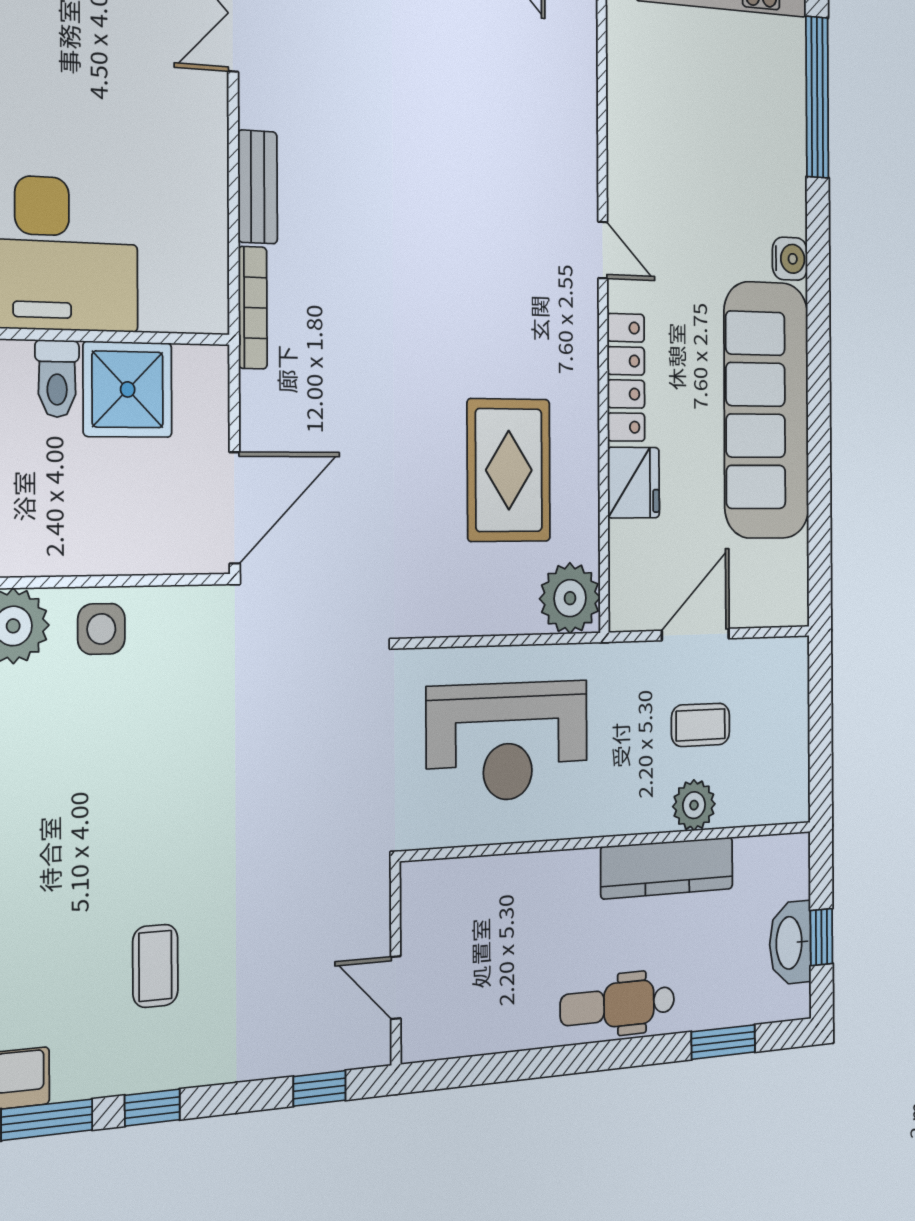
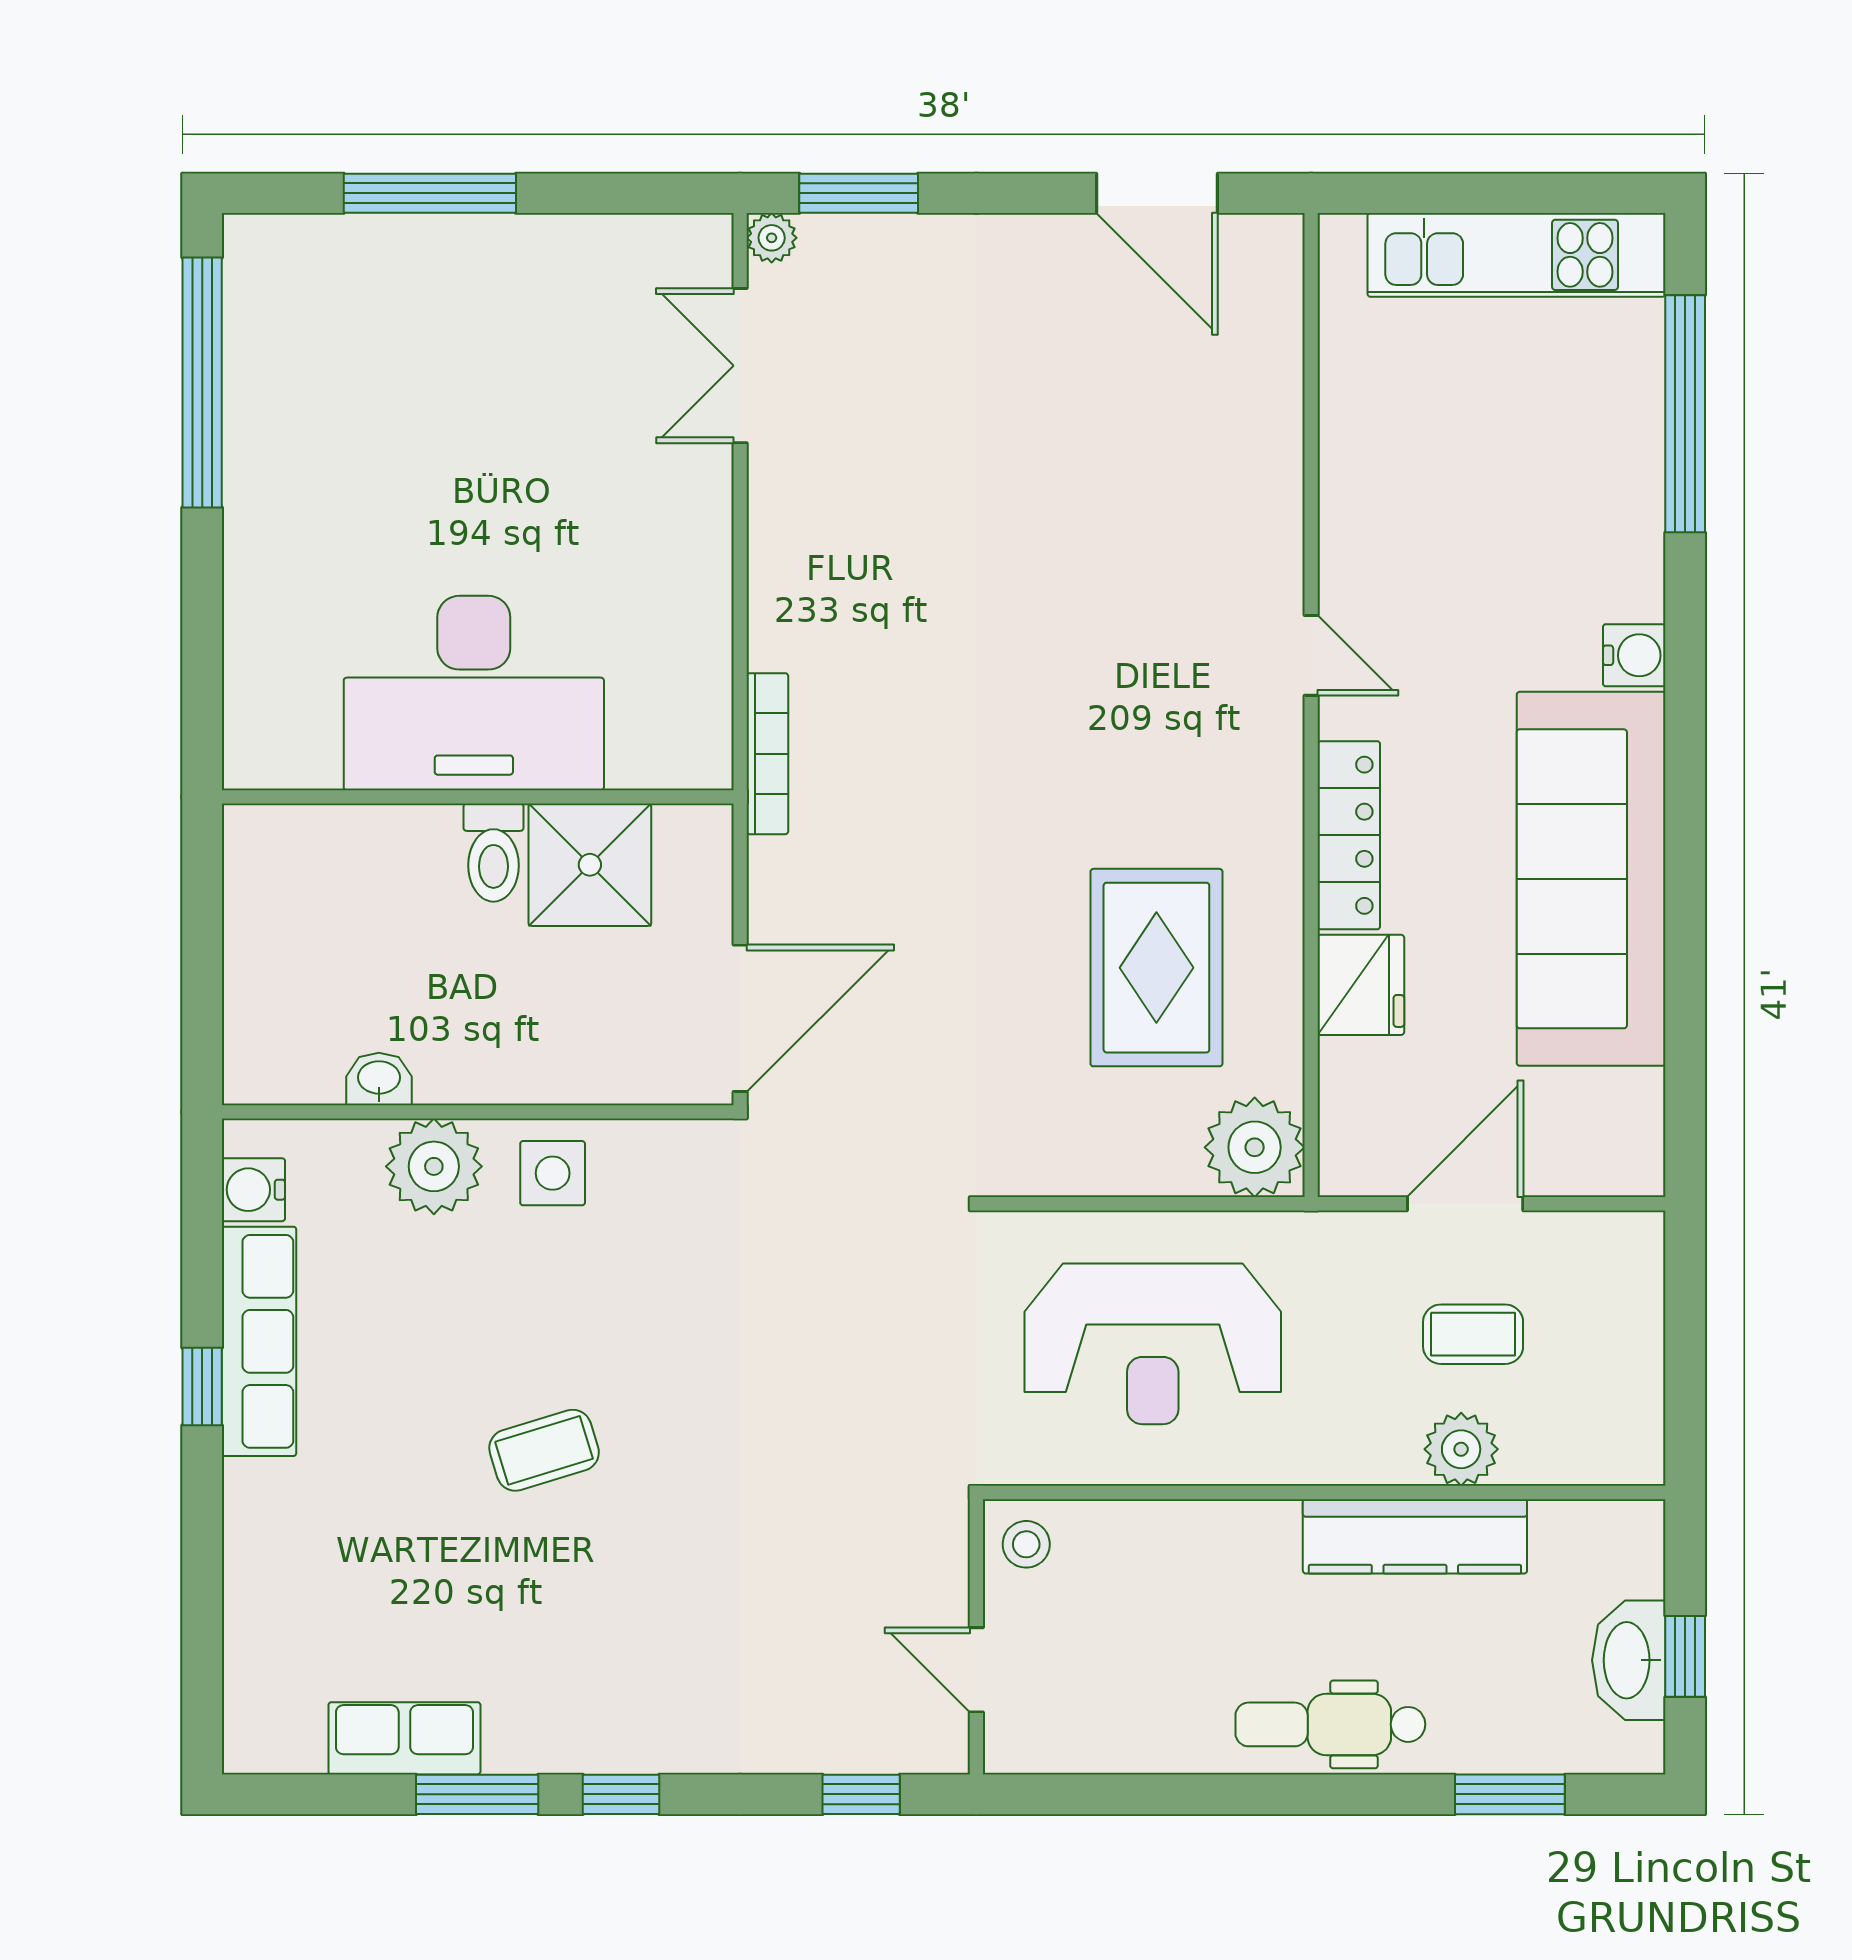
bench: (258, 187) -> (775, 593), removed
stool: (428, 892) -> (1026, 1544), added
coffee table: (155, 966) -> (544, 1450), moved, turned 73

